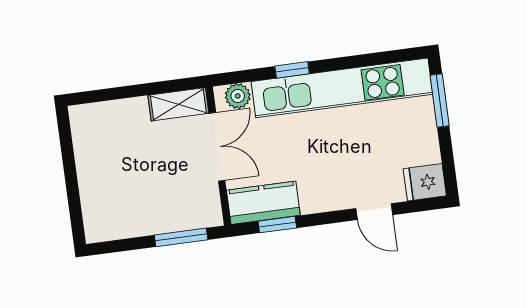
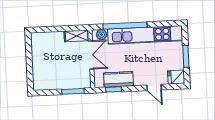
window: (292, 70) -> (125, 26), width x3.17
window: (440, 100) -> (186, 56), moved
kitchen counter: (263, 203) -> (119, 79), moved

